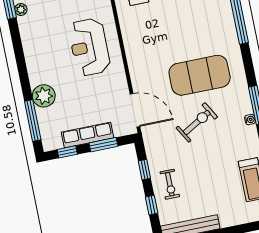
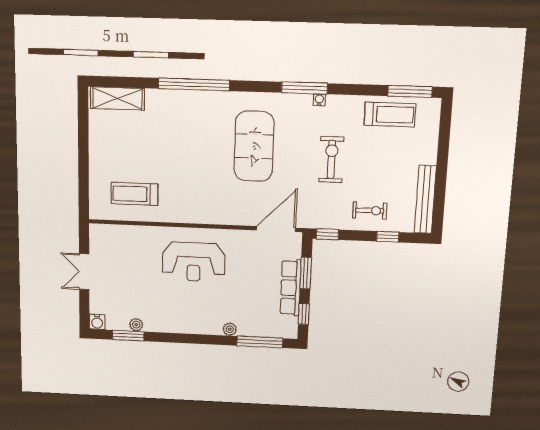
plant: (44, 96) -> (230, 329), width x0.53, depth x0.53
exercise bike: (197, 122) -> (331, 159), moved, turned 30
window: (144, 170) -> (328, 234), moved

